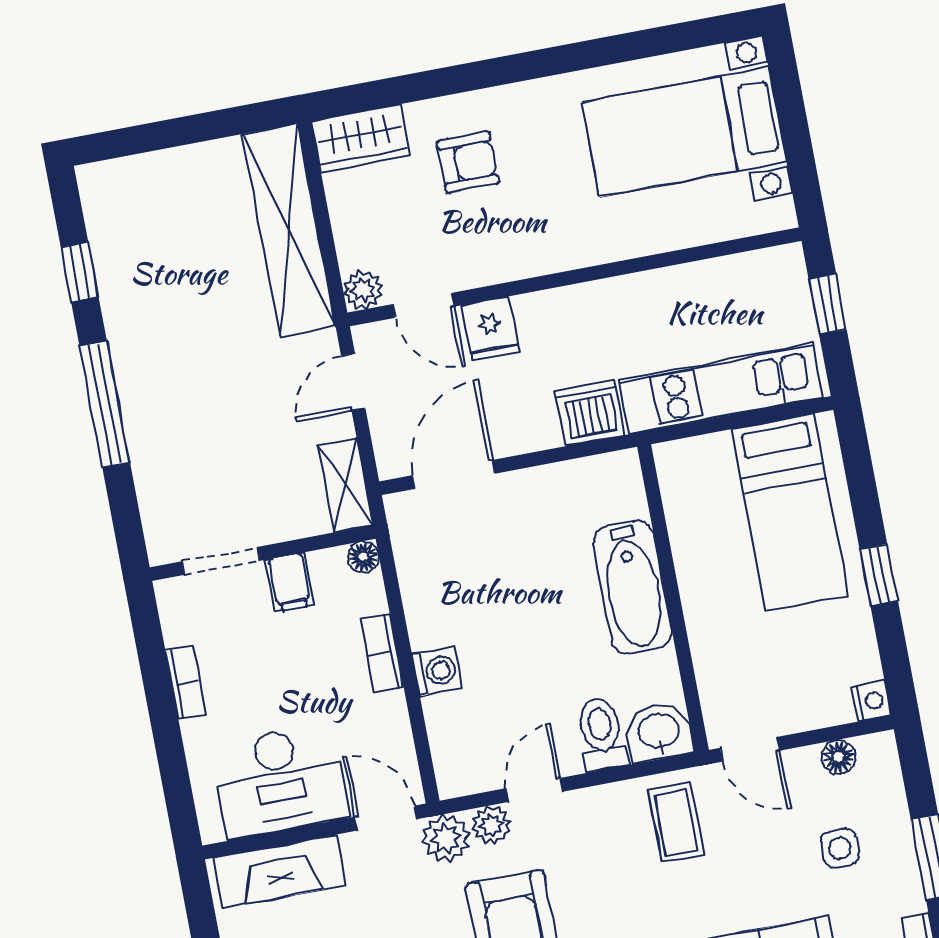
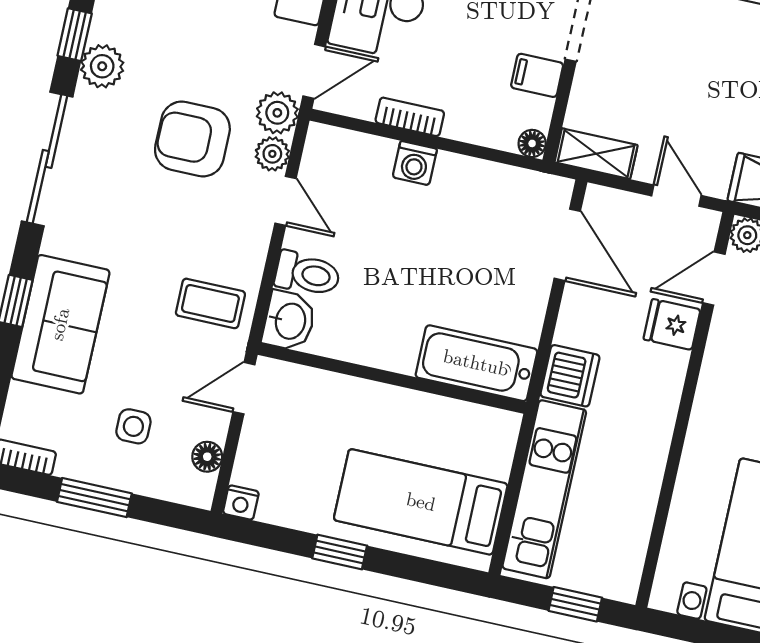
bathtub: (633, 587) -> (476, 363), moved
bookcase: (382, 653) -> (410, 117), moved

